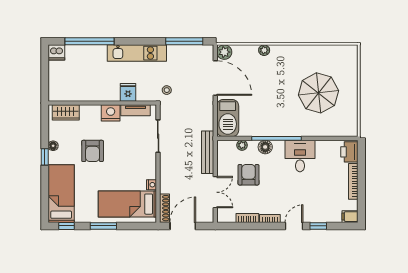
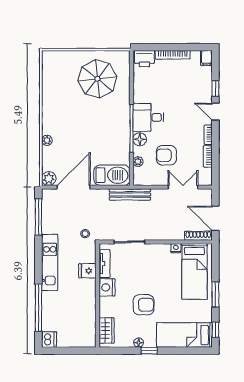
parasol: (318, 93) -> (97, 79), moved
bench: (208, 152) -> (130, 194), moved
desk: (300, 156) -> (148, 117), moved

